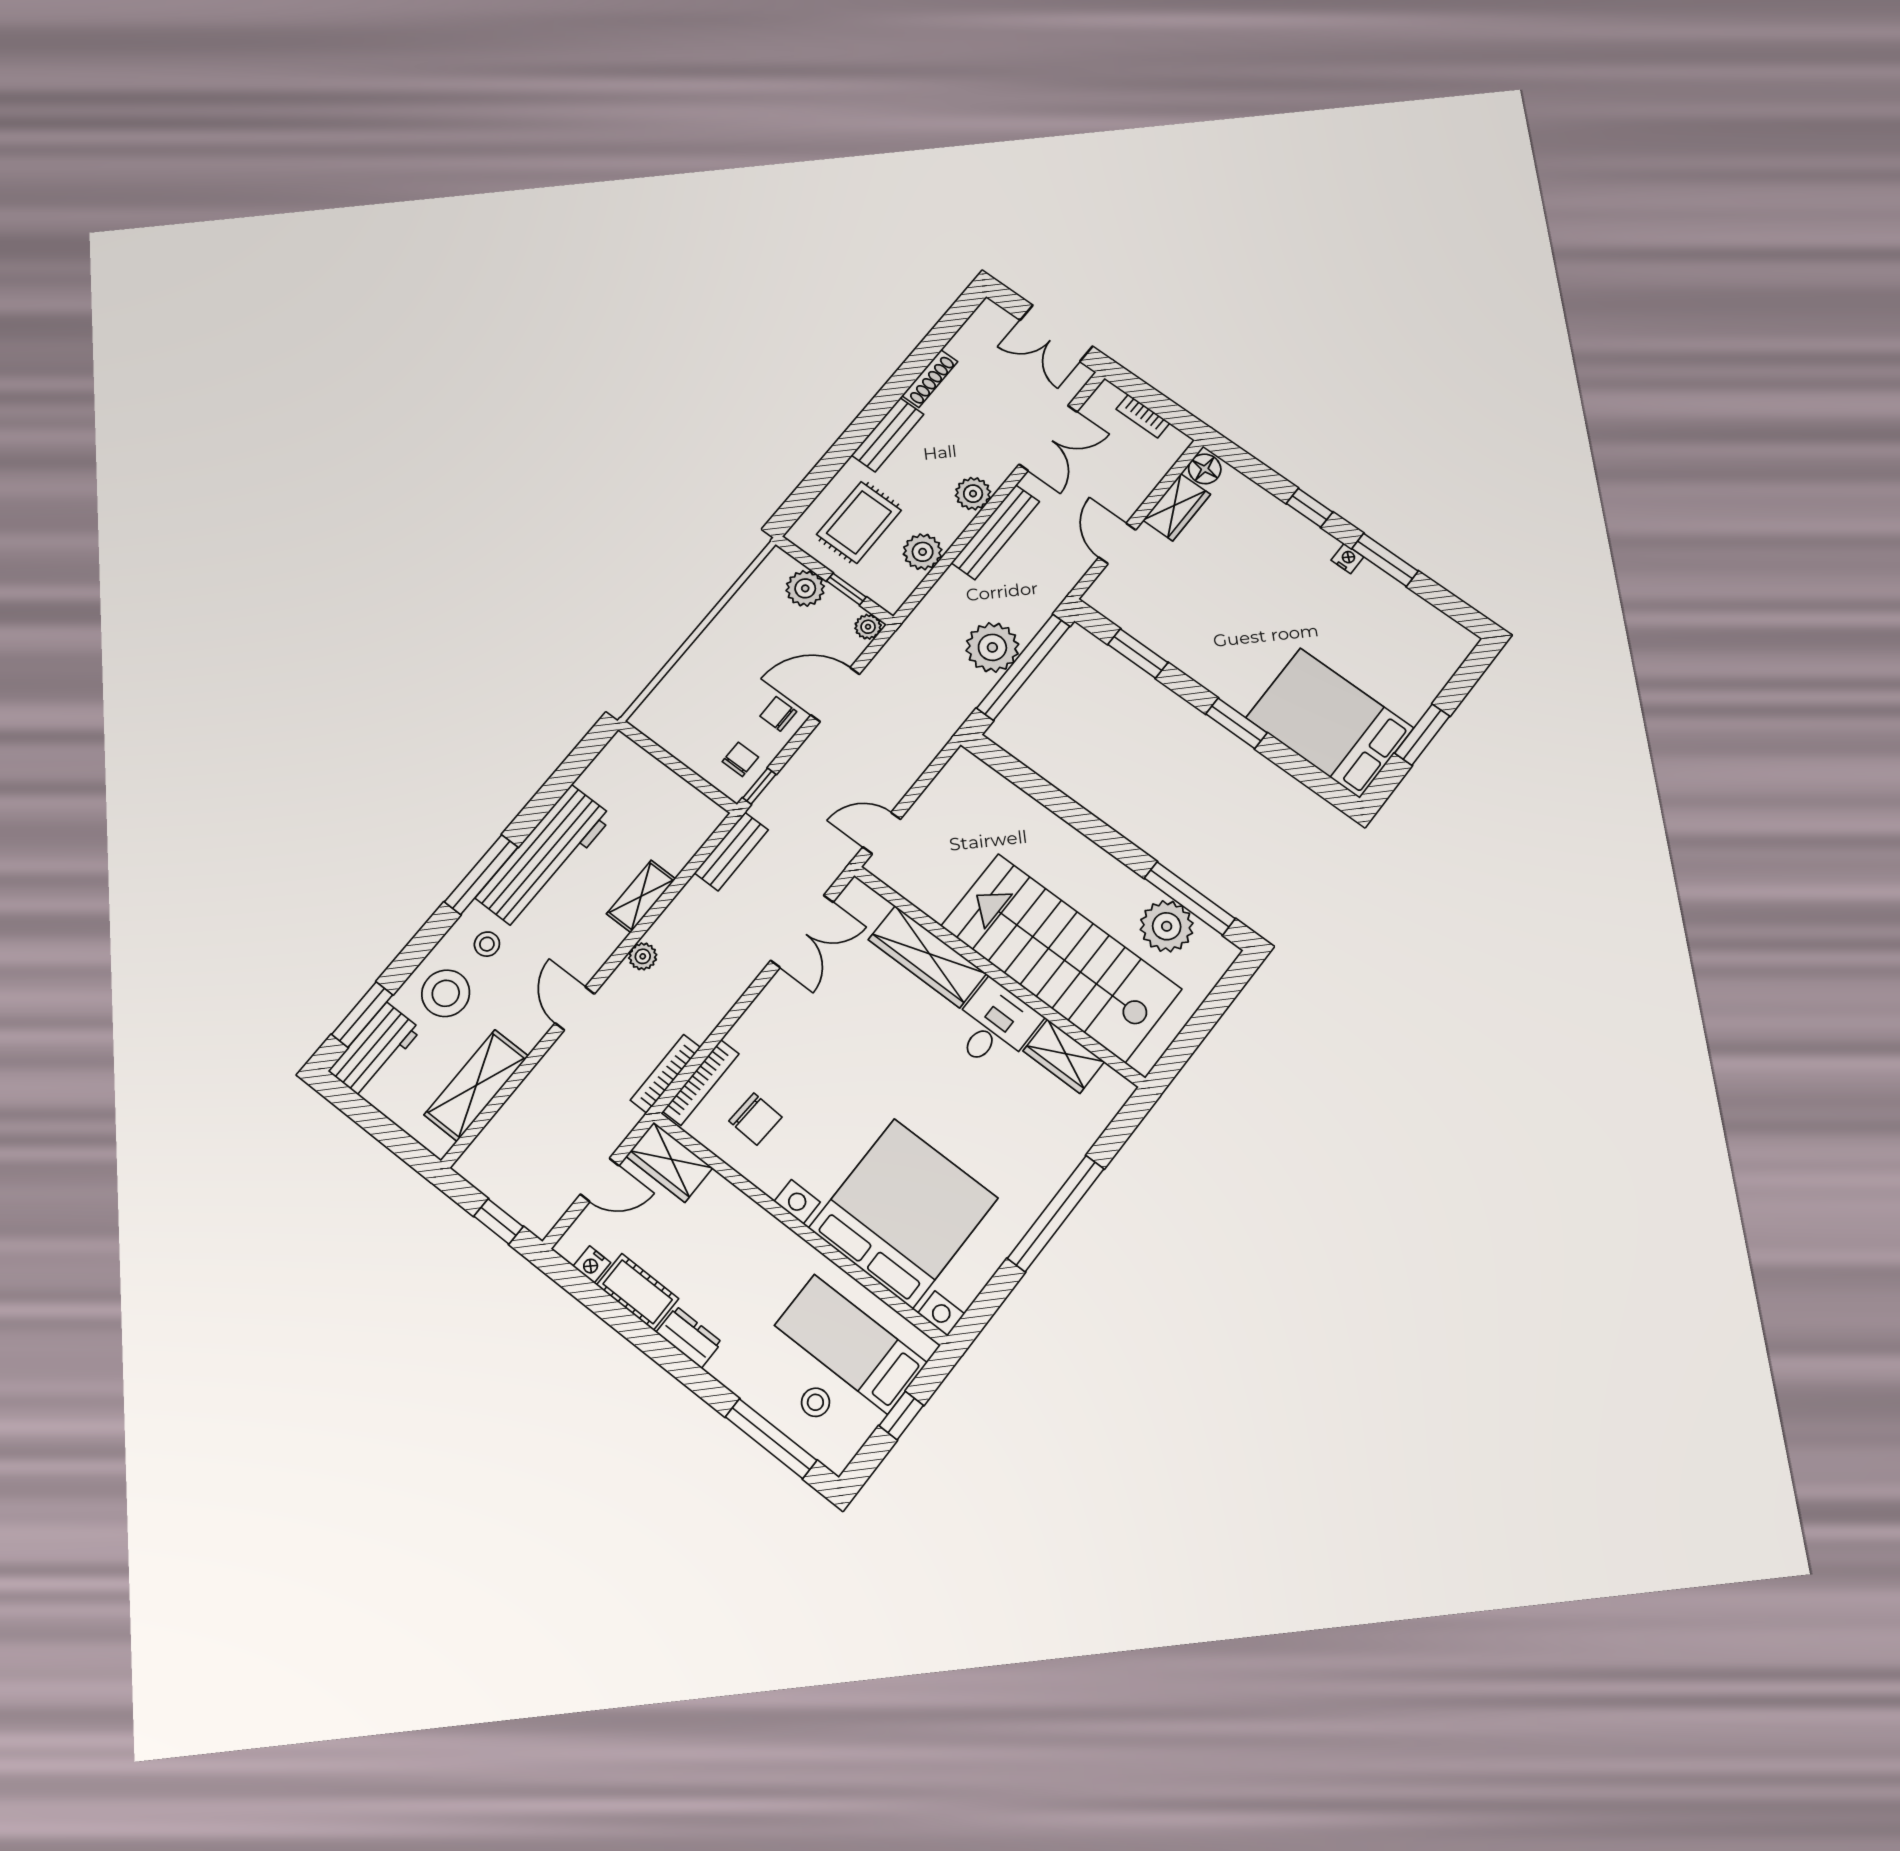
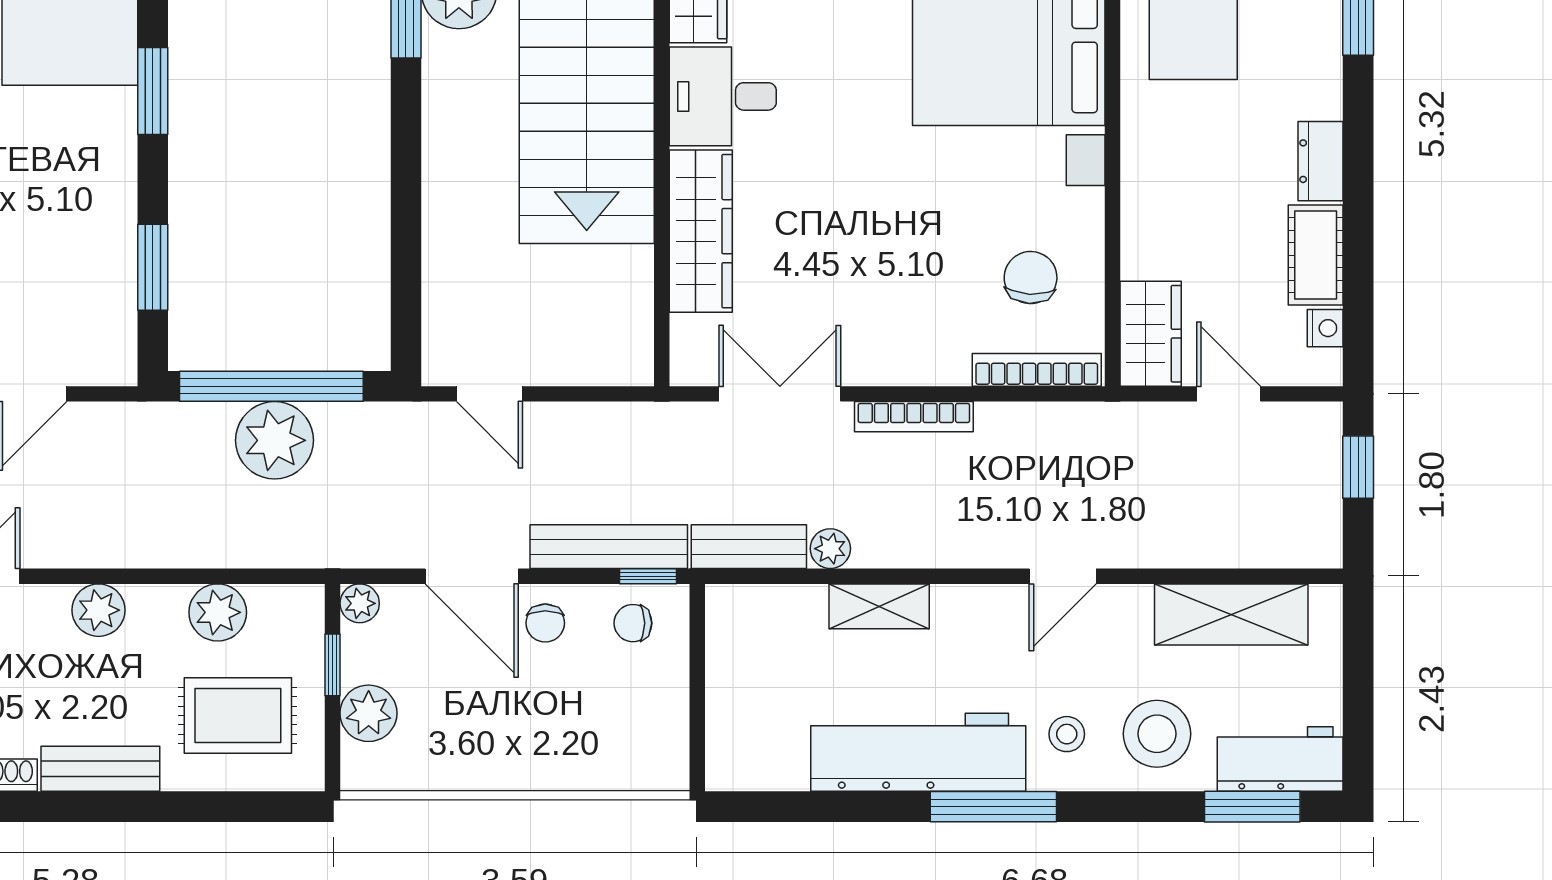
bench: (995, 532) -> (609, 547), moved
door: (882, 833) -> (490, 394), moved
plant: (643, 956) -> (830, 549), moved
bookcase: (665, 1074) -> (914, 417), moved

